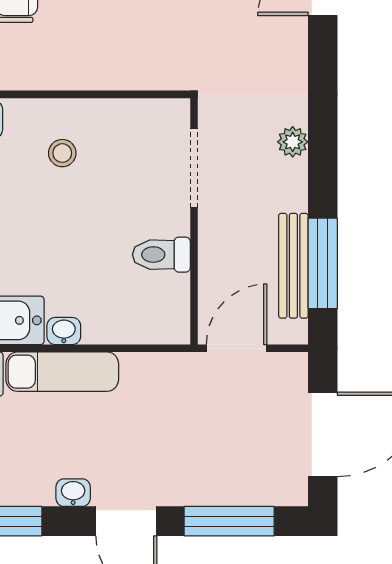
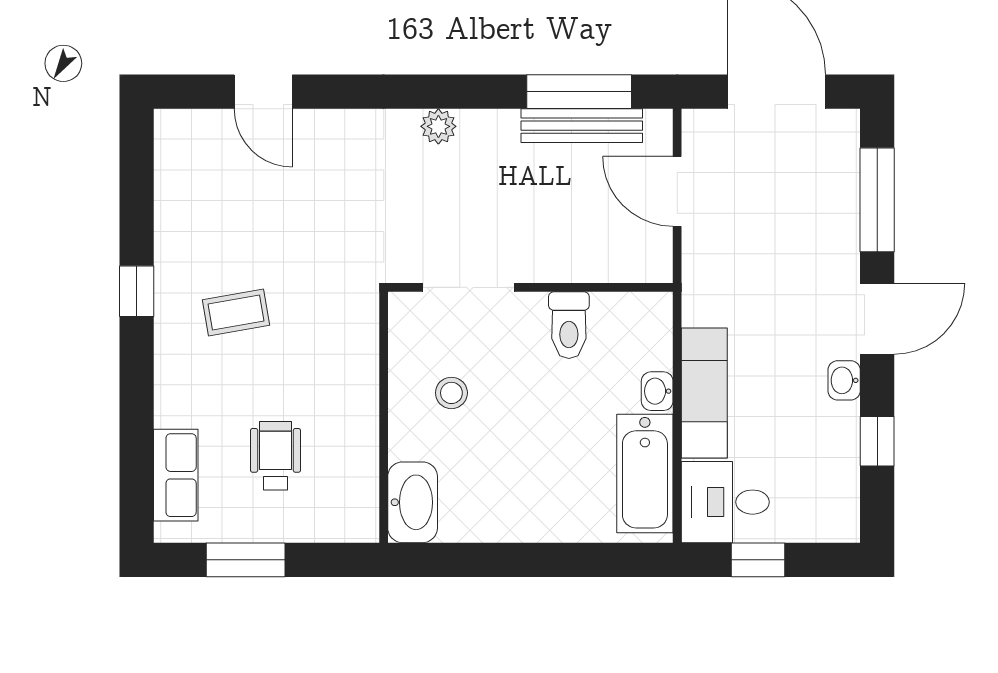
doorway: (194, 168) -> (468, 287), moved
wall: (194, 221) -> (530, 287), moved
toilet: (161, 255) -> (569, 325), moved

